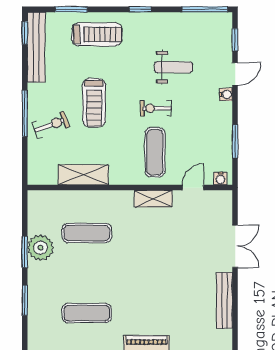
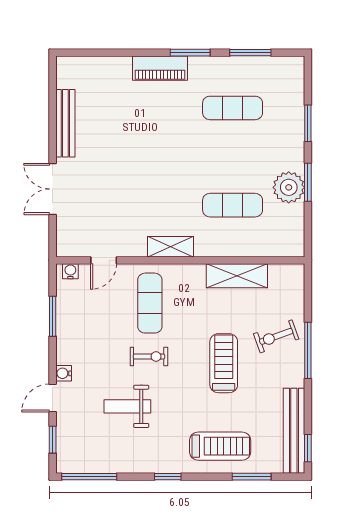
treadmill: (97, 34) -> (220, 446), turned 180
shelving: (153, 199) -> (170, 247), moved

